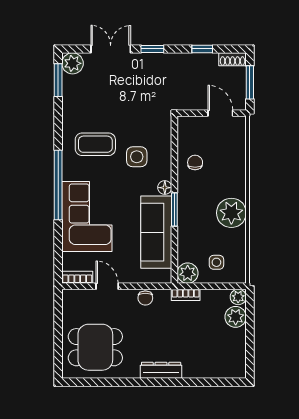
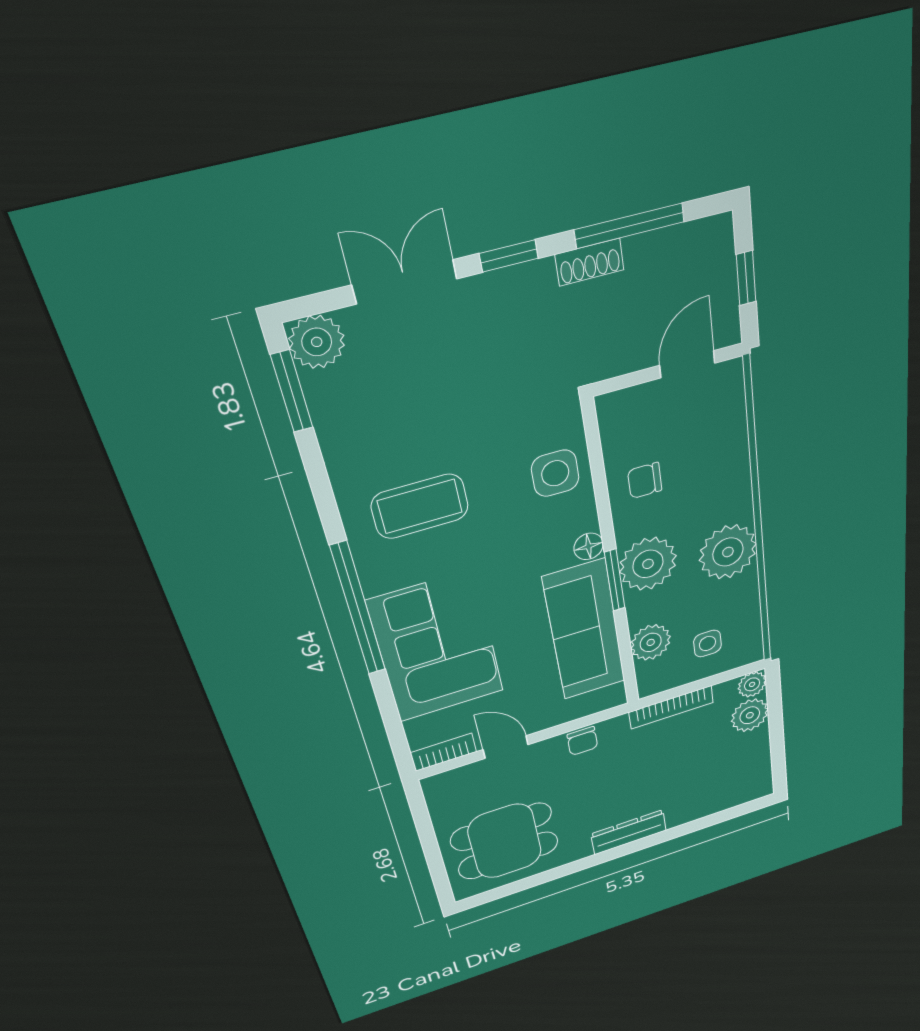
window: (202, 49) -> (630, 226), width x2.17
shoe rack: (233, 59) -> (590, 262), moved
window: (250, 82) -> (746, 278), width x0.67
door: (220, 113) -> (687, 364), hinge flipped
side table: (137, 157) -> (555, 473), moved
chair: (195, 162) -> (645, 480), turned -90
plant: (191, 206) -> (648, 564), added
plant: (188, 273) -> (651, 642), moved
bookcase: (186, 295) -> (671, 707), width x1.56

